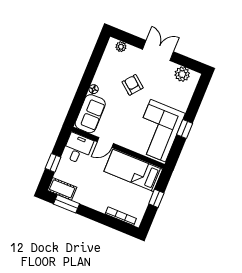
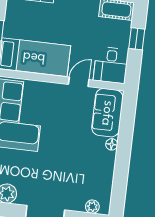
armchair: (133, 85) -> (65, 163), removed

